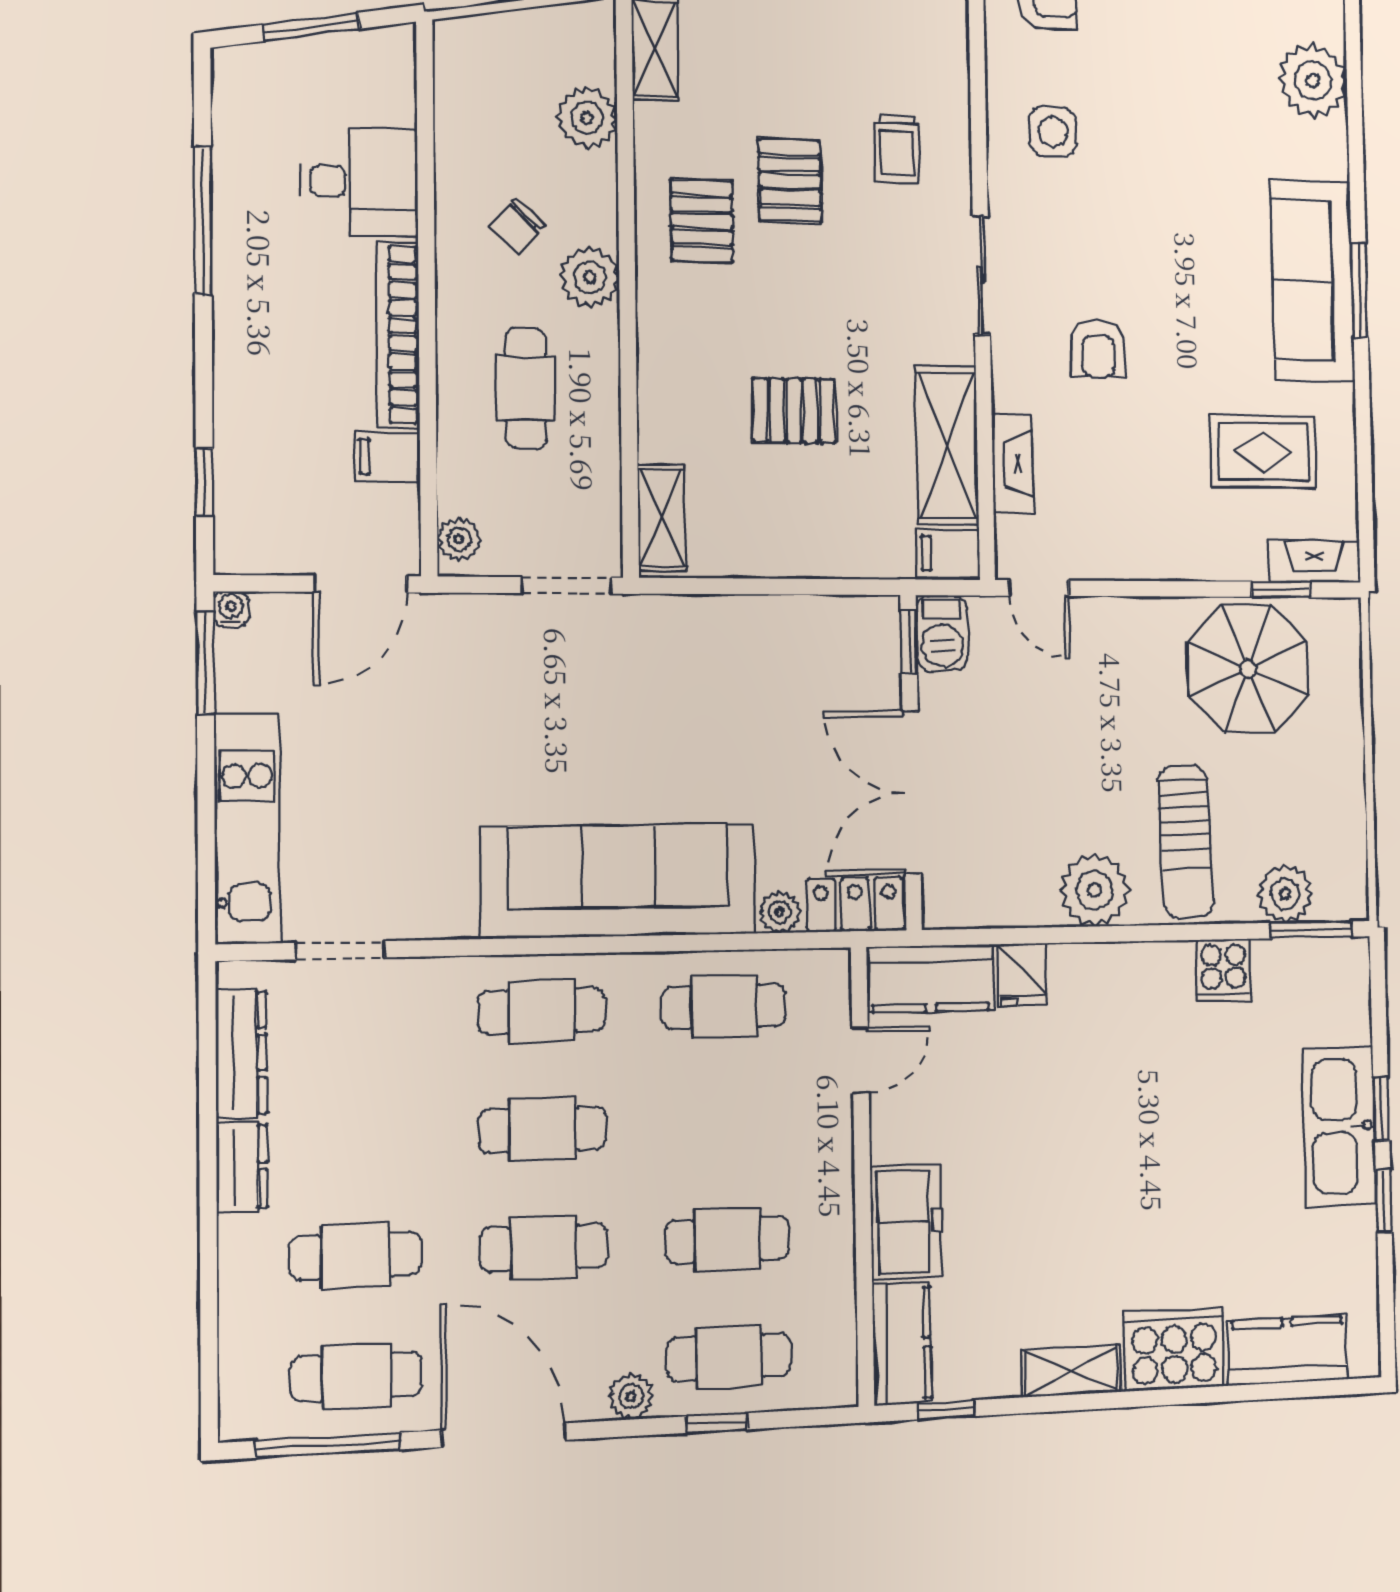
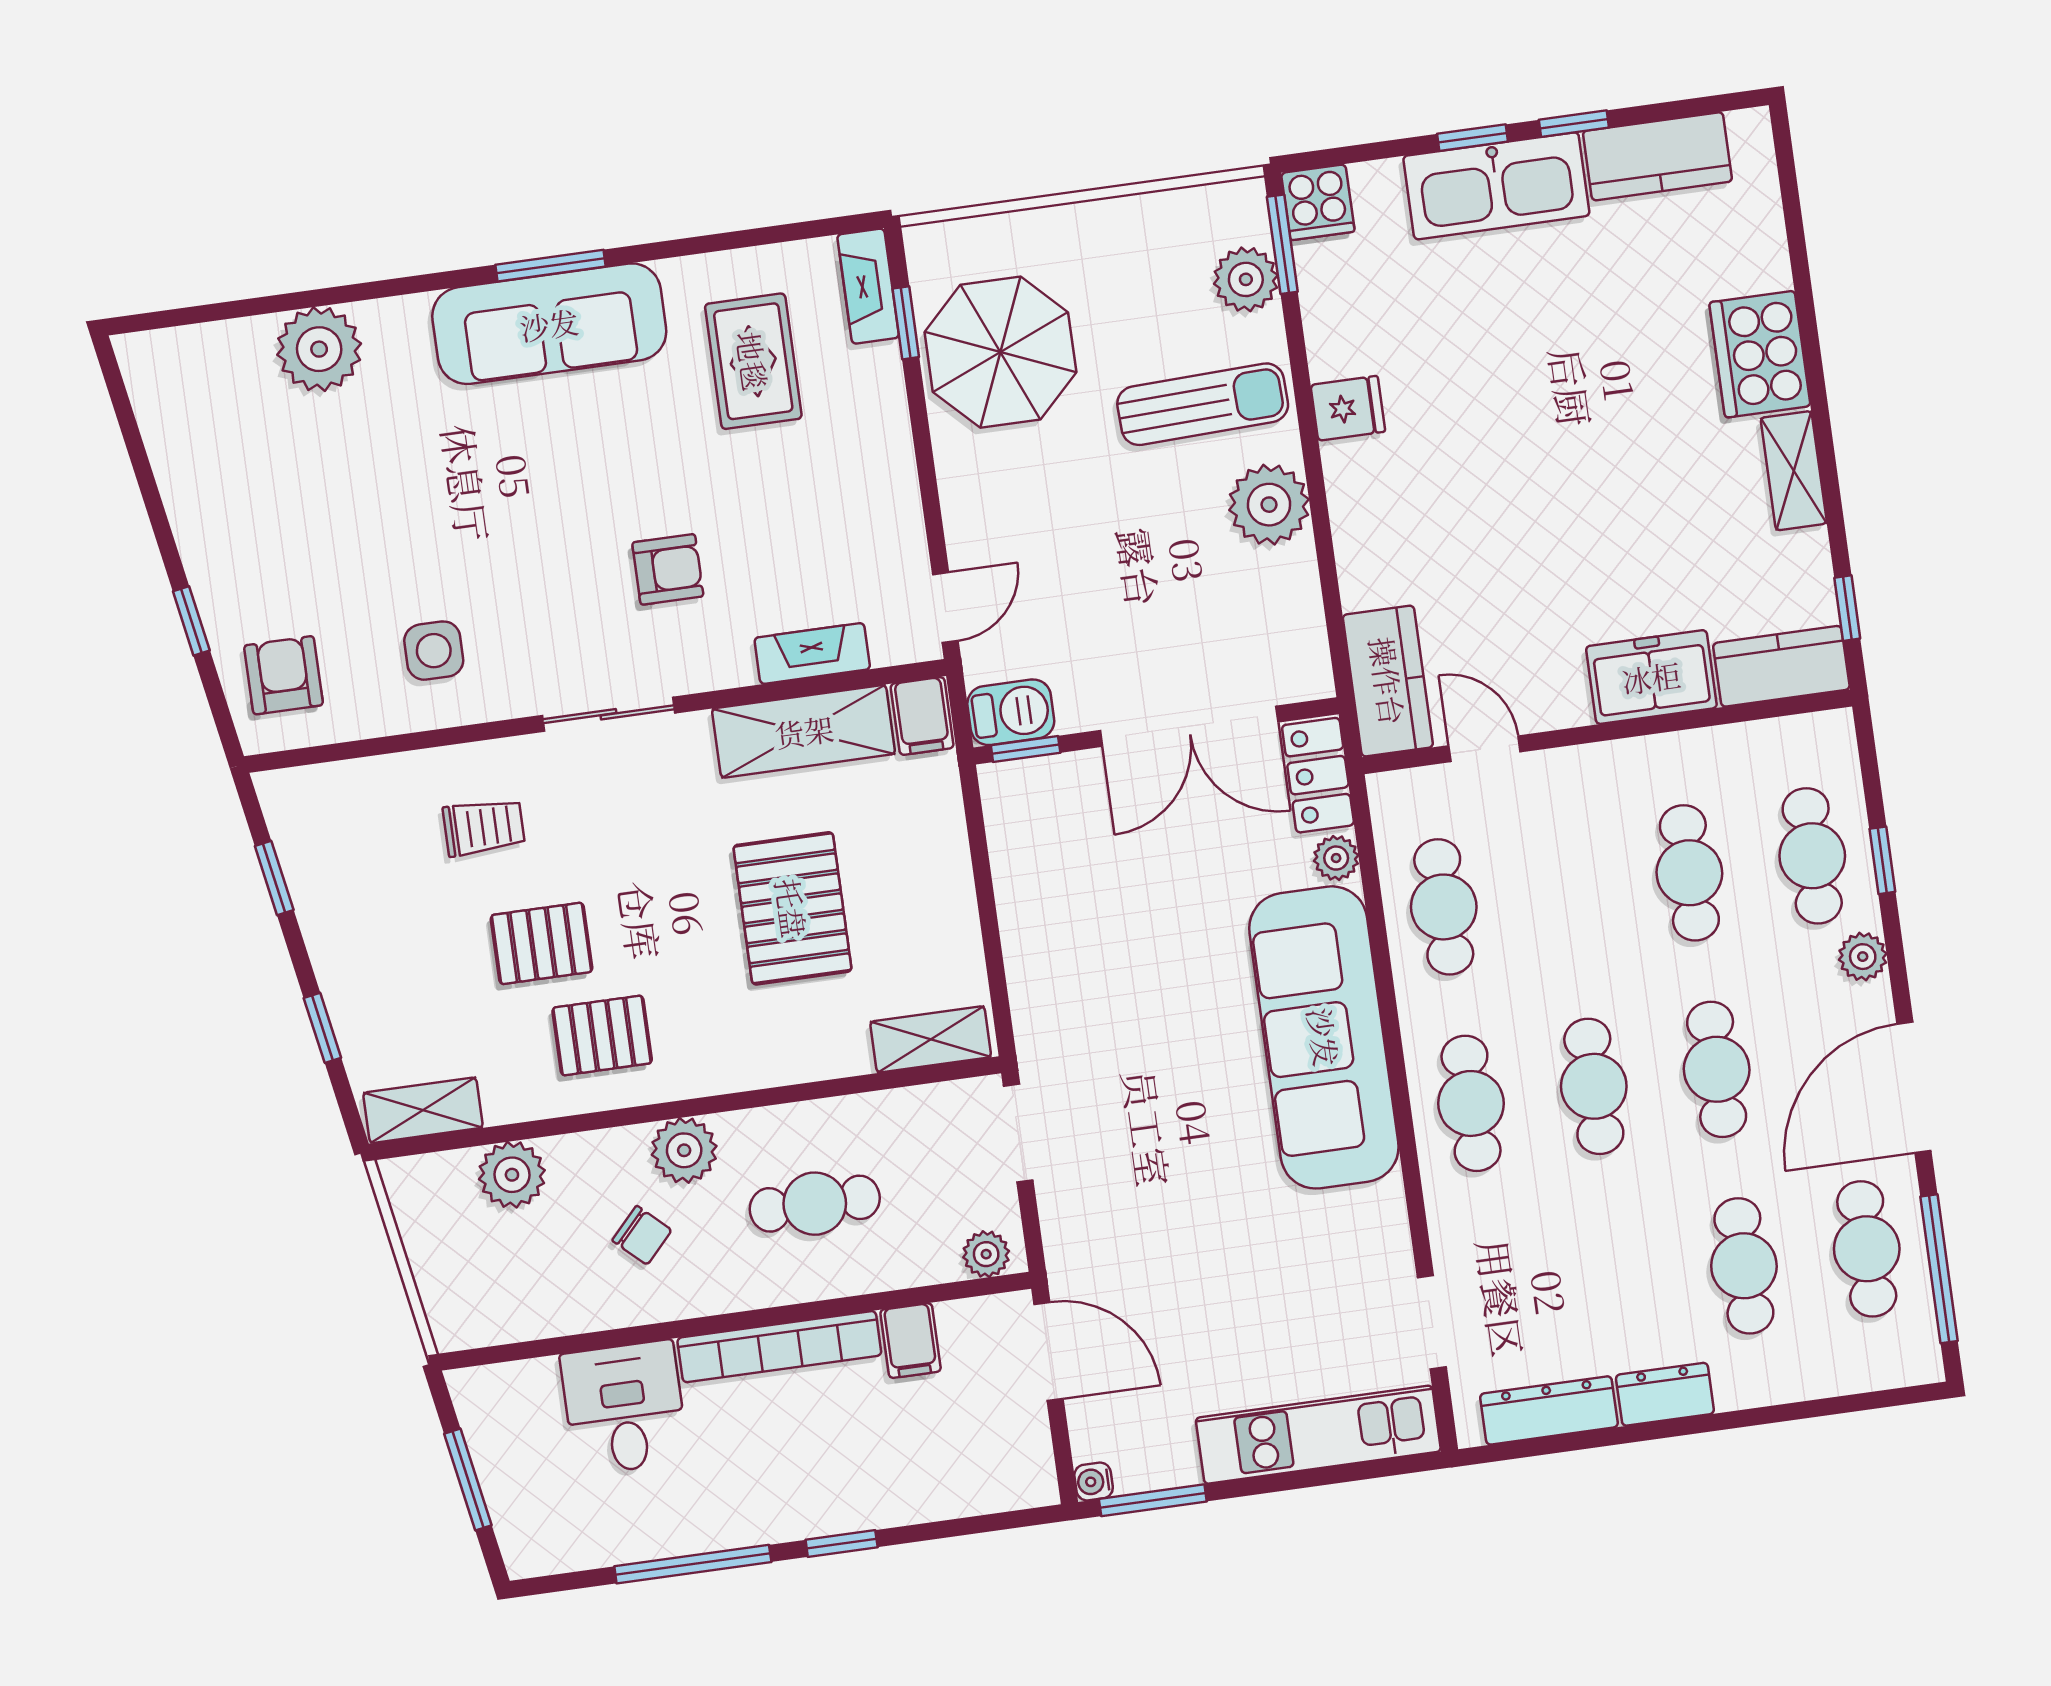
pallet: (794, 411) -> (792, 908), width x1.50, depth x1.42
window: (204, 482) -> (842, 1543), moved
cooker: (1223, 970) -> (1318, 202), moved, turned 90
fridge: (1022, 975) -> (1348, 408), moved
kitchen counter: (1288, 1350) -> (1657, 156), moved, turned -90

